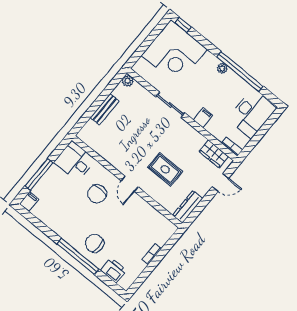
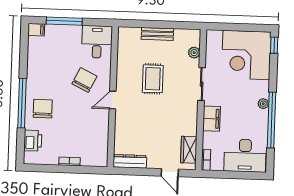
plant: (128, 81) -> (194, 53), moved
filing cabinet: (203, 118) -> (211, 119), width x2.00
rug: (165, 169) -> (153, 79), moved
chair: (97, 194) -> (84, 80), turned 116

